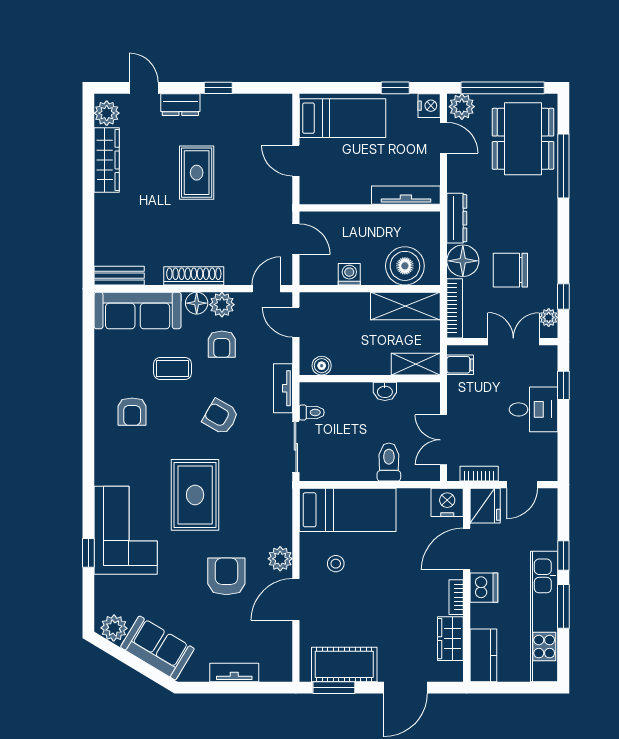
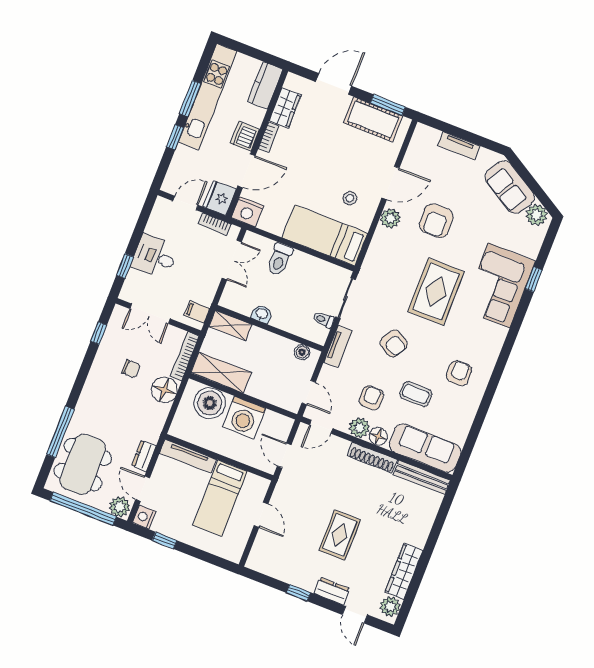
bed: (343, 118) -> (220, 498), moved, turned -90
dresser: (457, 218) -> (144, 456), moved, width x0.70
chair: (510, 270) -> (131, 369), width x0.54, depth x0.54
washing machine: (349, 274) -> (244, 418), width x1.89, depth x1.89
bench: (119, 276) -> (422, 477), width x1.36
plant: (549, 317) -> (116, 322), removed

